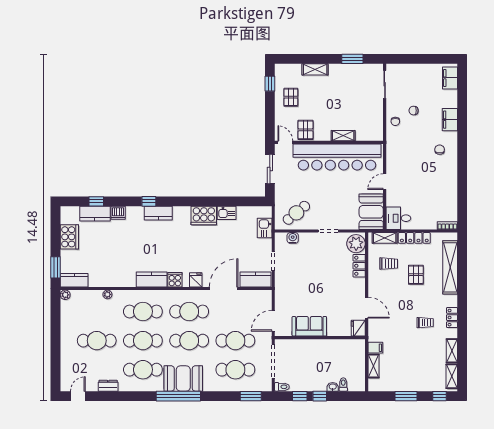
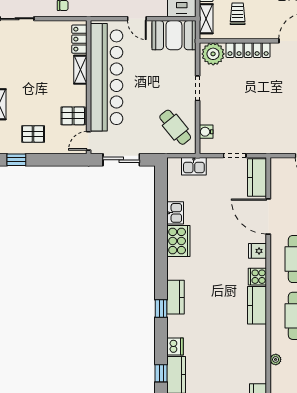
locker: (368, 135) -> (79, 39), added
locker: (359, 266) -> (248, 50), width x1.53

